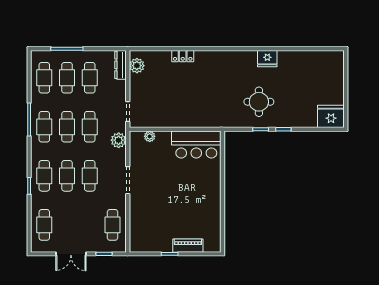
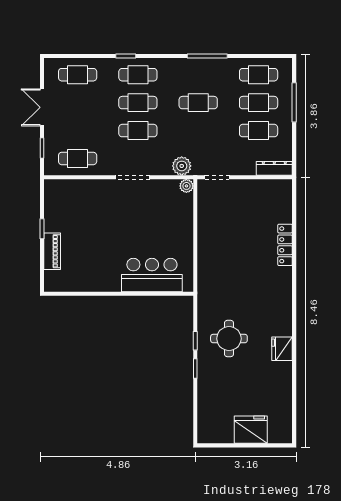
locker: (183, 56) -> (285, 245), width x1.53
plant: (137, 66) -> (273, 188), removed
fridge: (331, 116) -> (251, 430), moved, turned -90
cafe table: (44, 127) -> (198, 75), removed
cafe table: (90, 127) -> (198, 131), removed
plant: (150, 136) -> (186, 186), moved
bar counter: (196, 144) -> (152, 275), moved, turned 90

